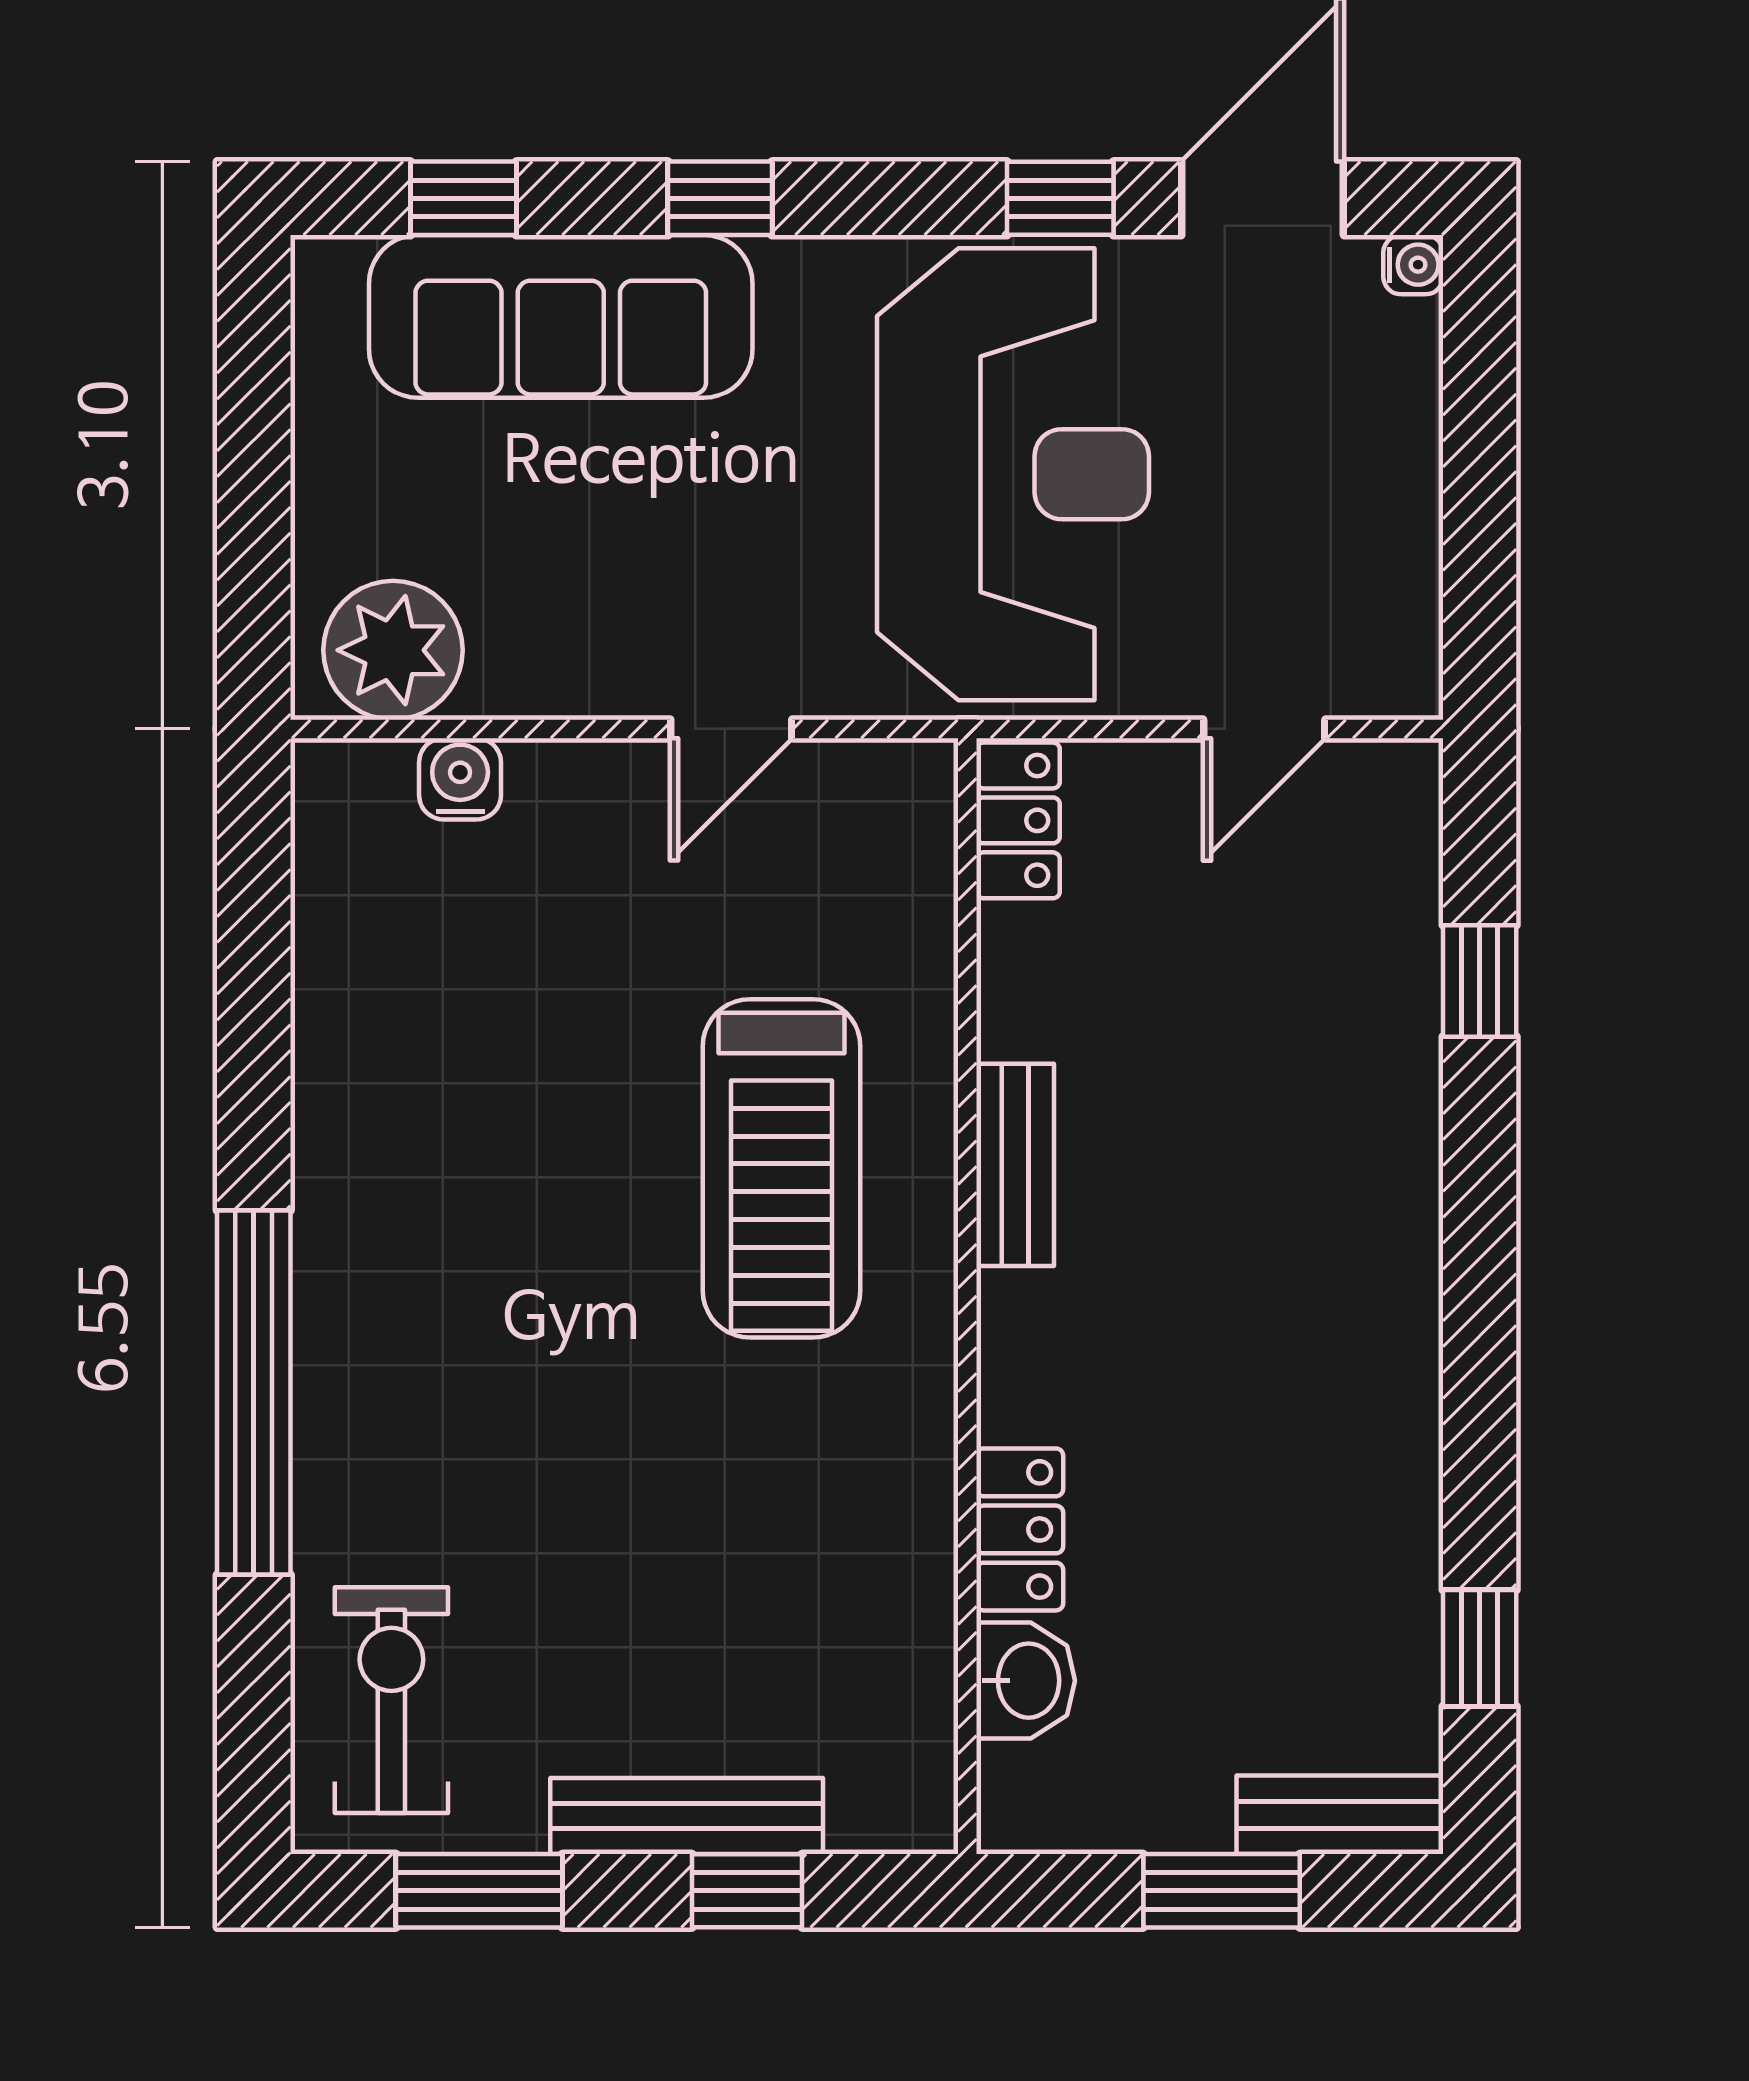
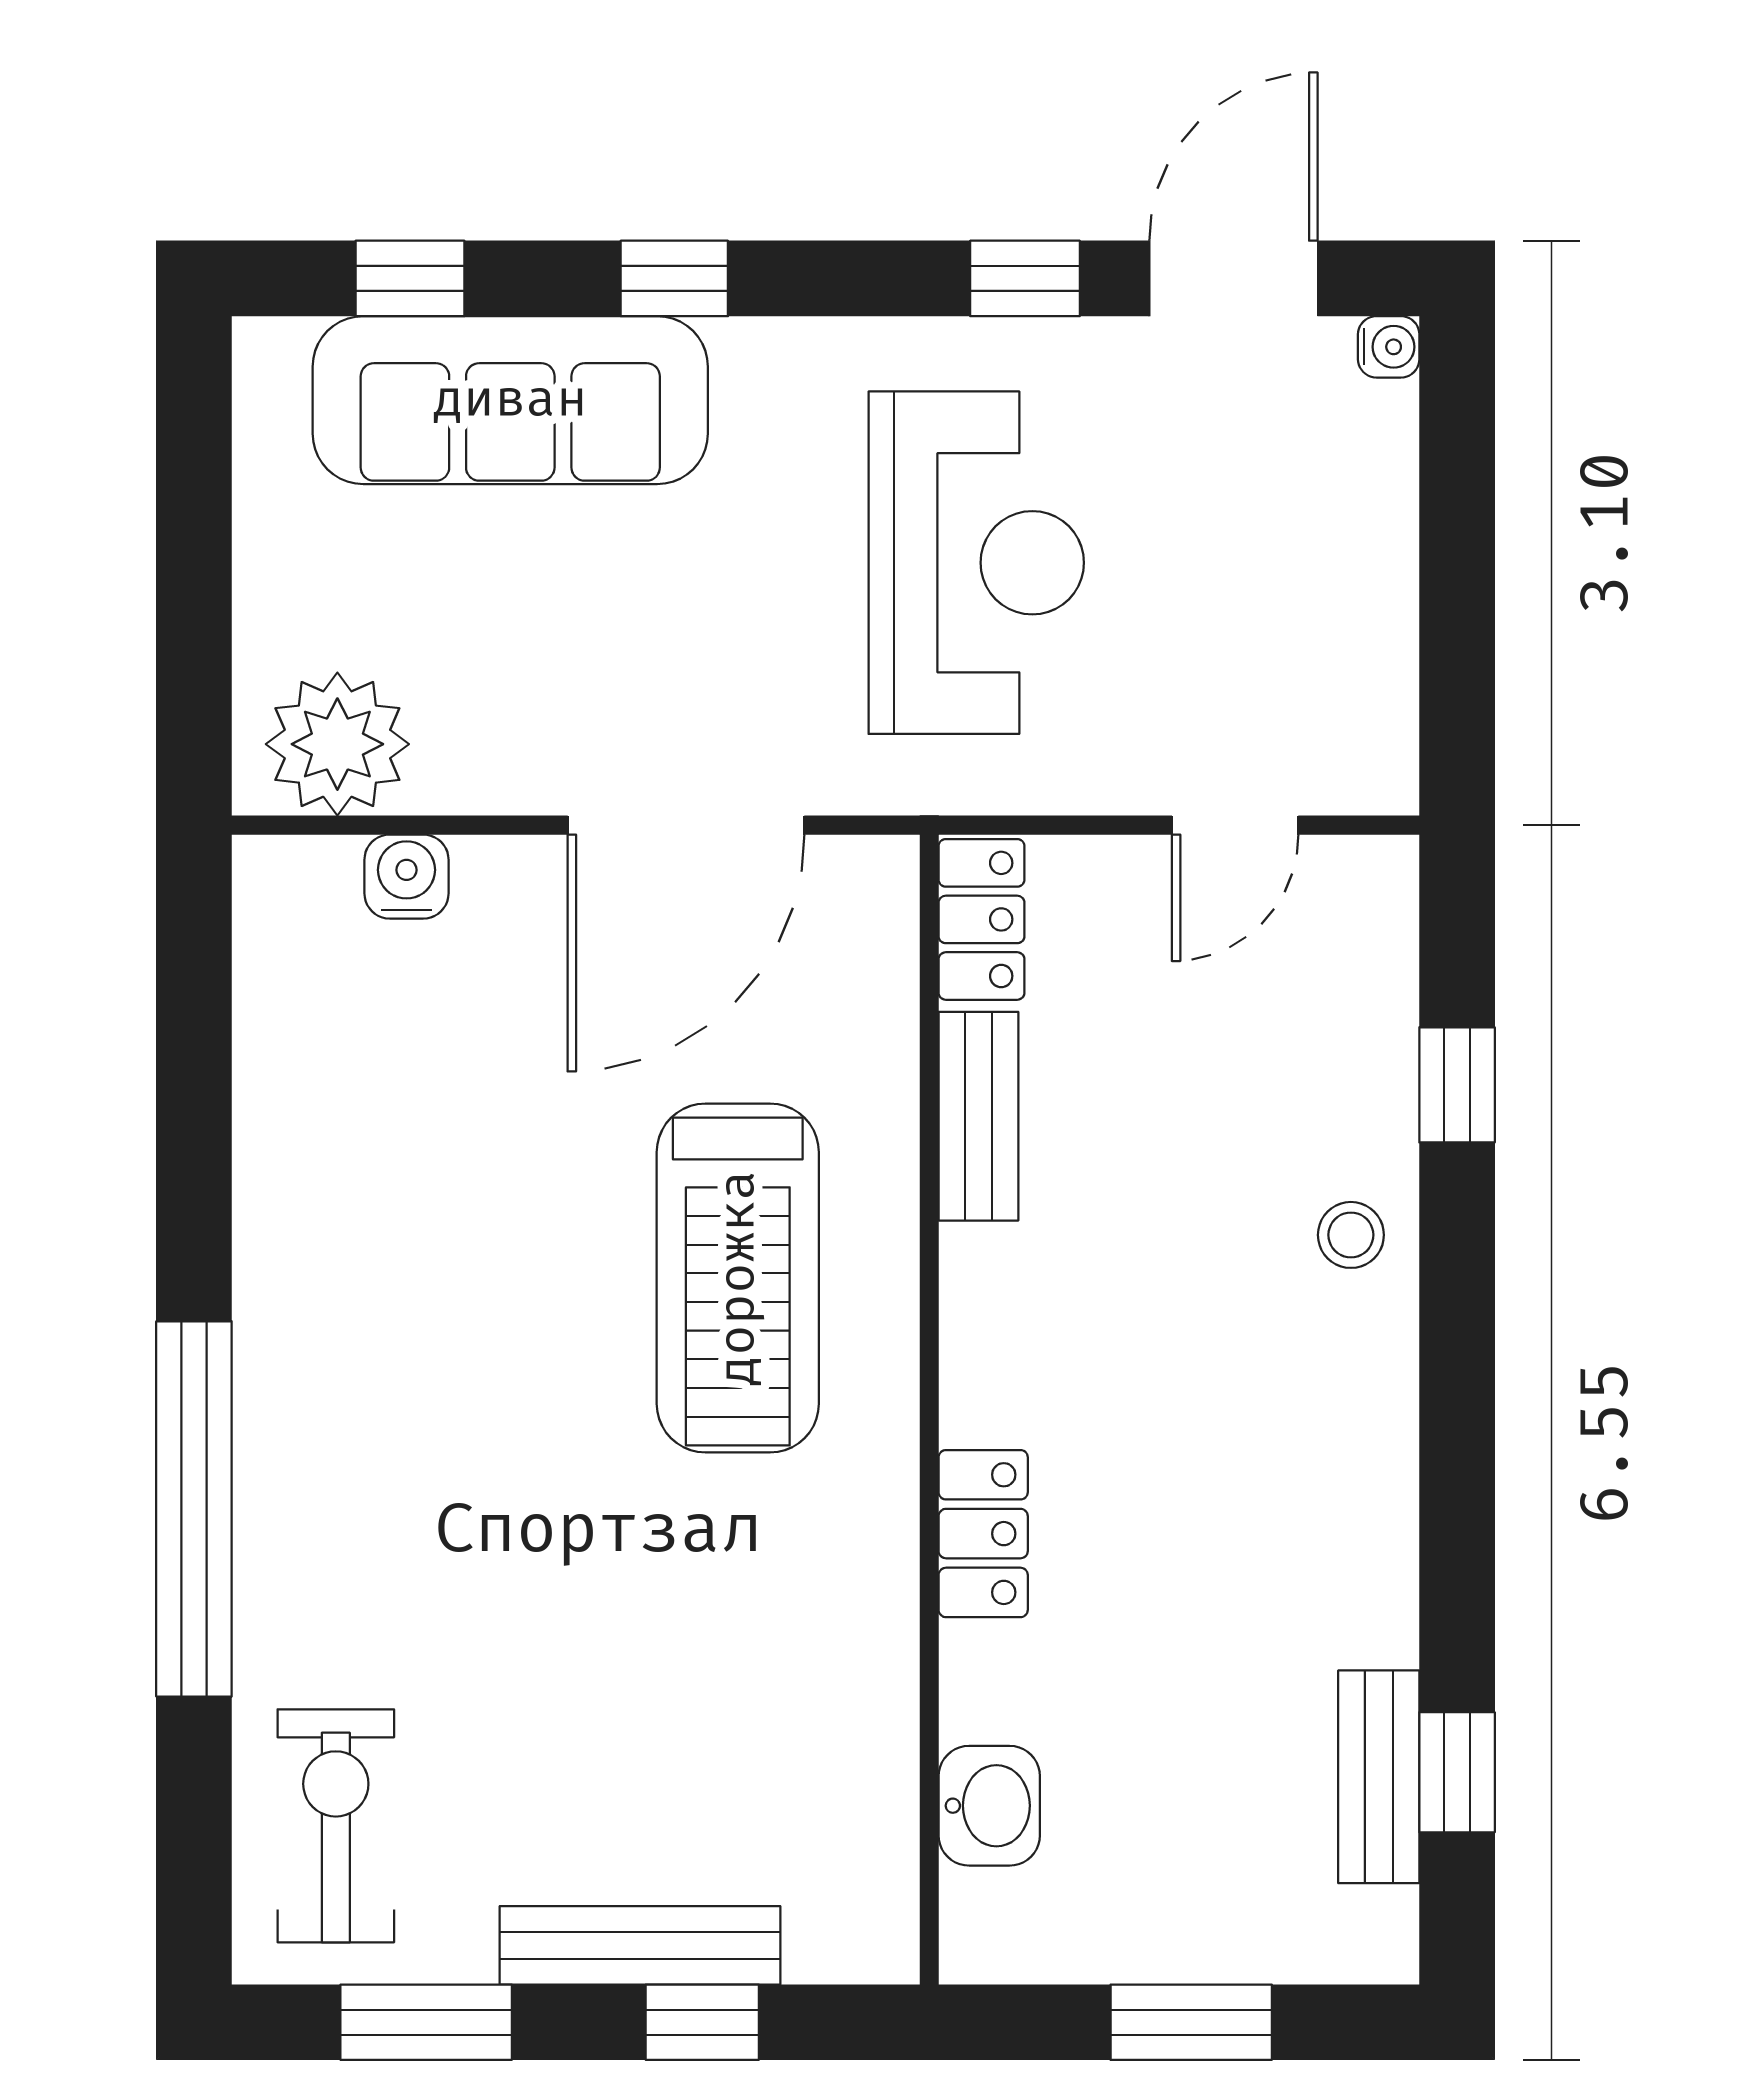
reception desk: (1013, 474) -> (976, 563), width x0.74, depth x0.77
door: (731, 729) -> (686, 825), width x1.87
stool: (1377, 1127) -> (1351, 1235), added
bench: (1015, 1165) -> (978, 1116), moved
locker: (1020, 1529) -> (983, 1534), moved
bench: (1340, 1815) -> (1379, 1777), moved, turned 90

